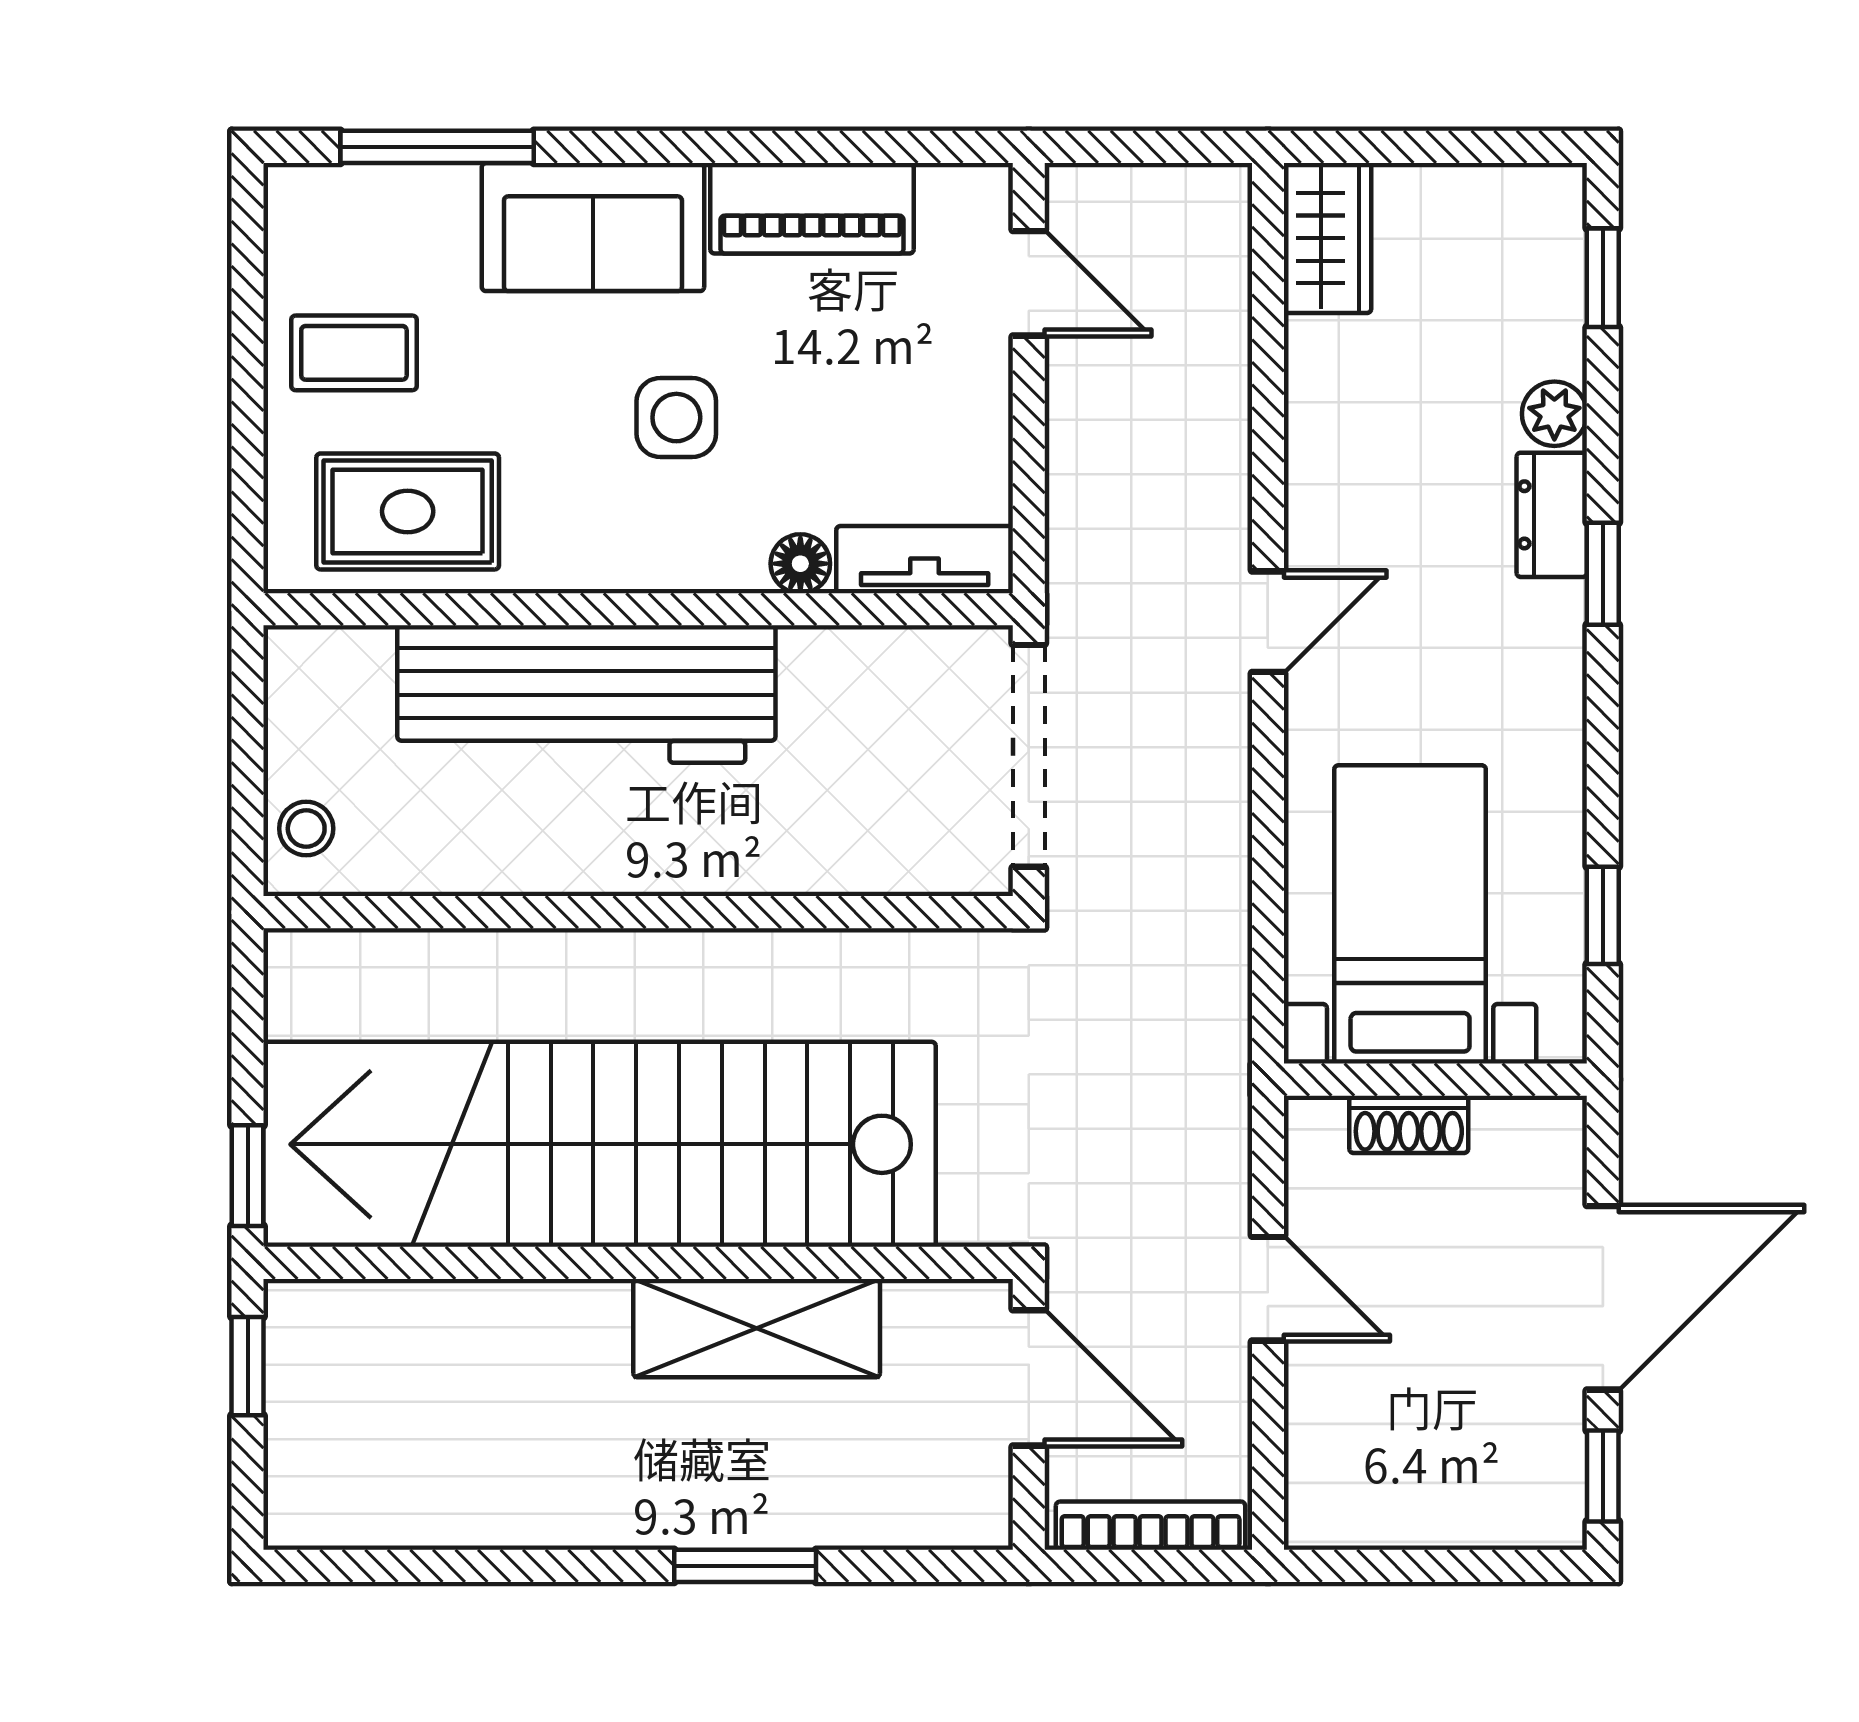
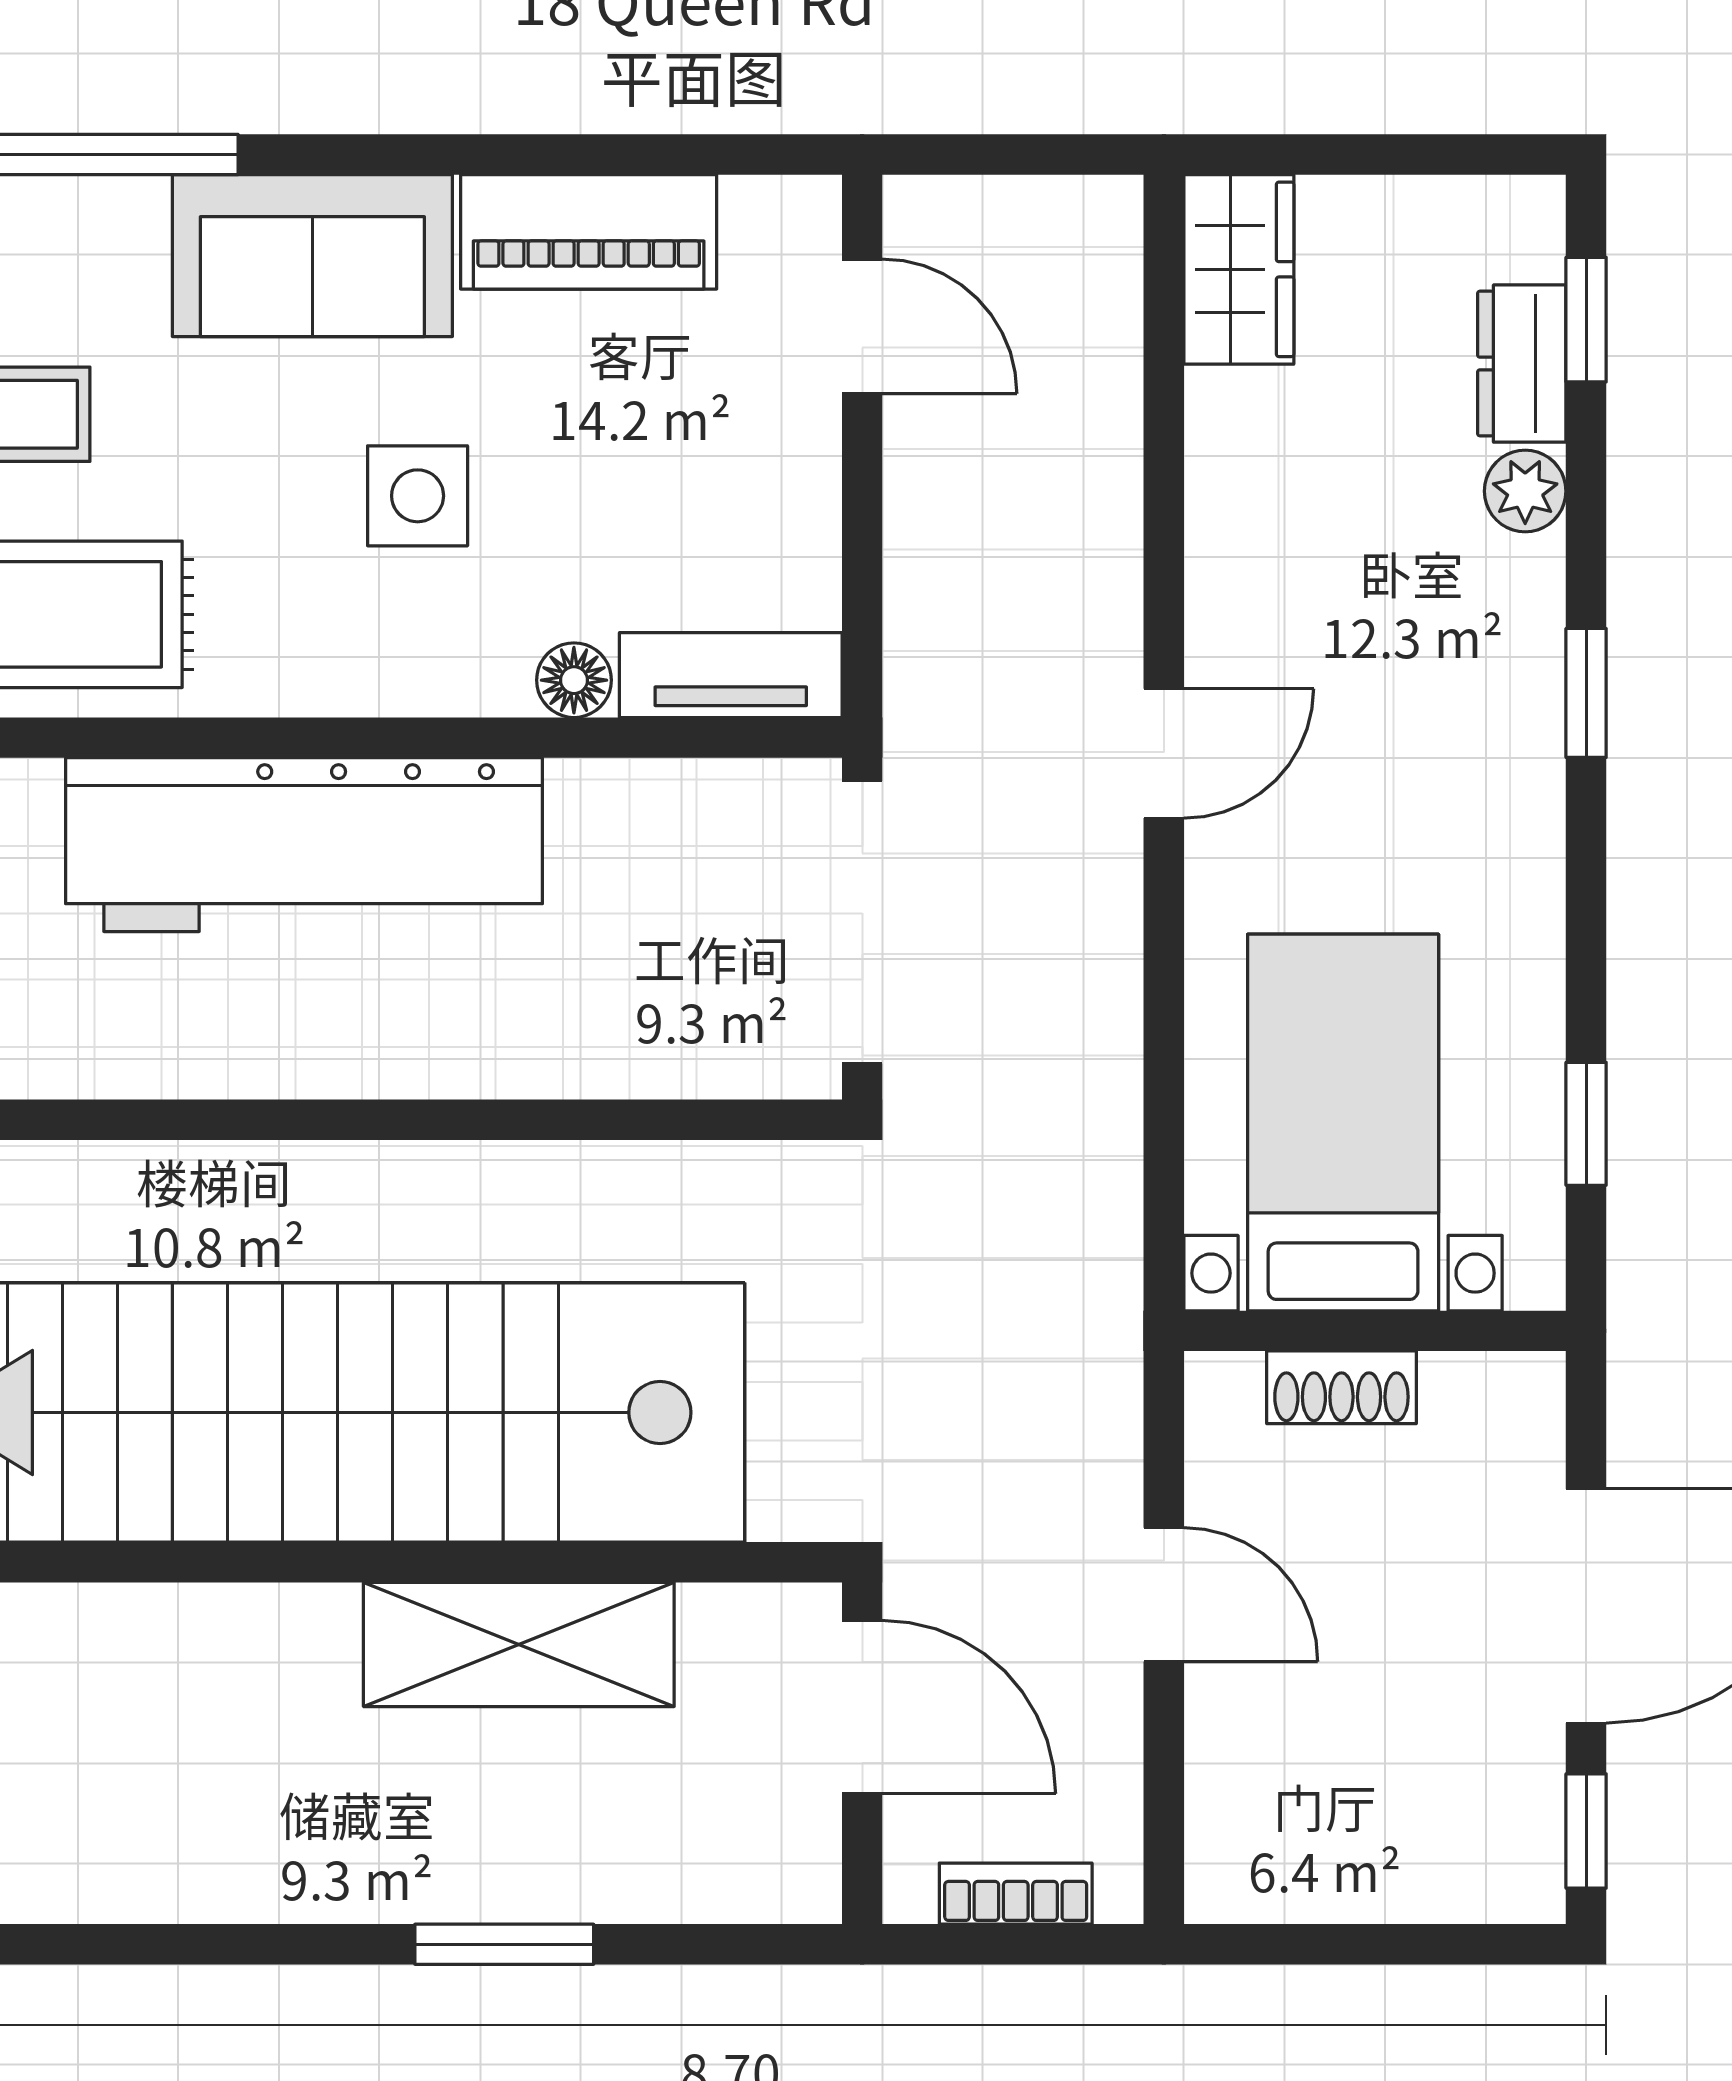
dresser: (1552, 515) -> (1522, 364), moved
bookcase: (1151, 1526) -> (1016, 1894), width x0.64

